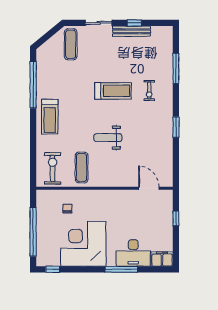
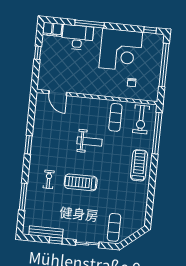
bench: (131, 31) -> (46, 232), moved
window: (33, 85) -> (157, 133), moved
window: (176, 218) -> (38, 53), moved

